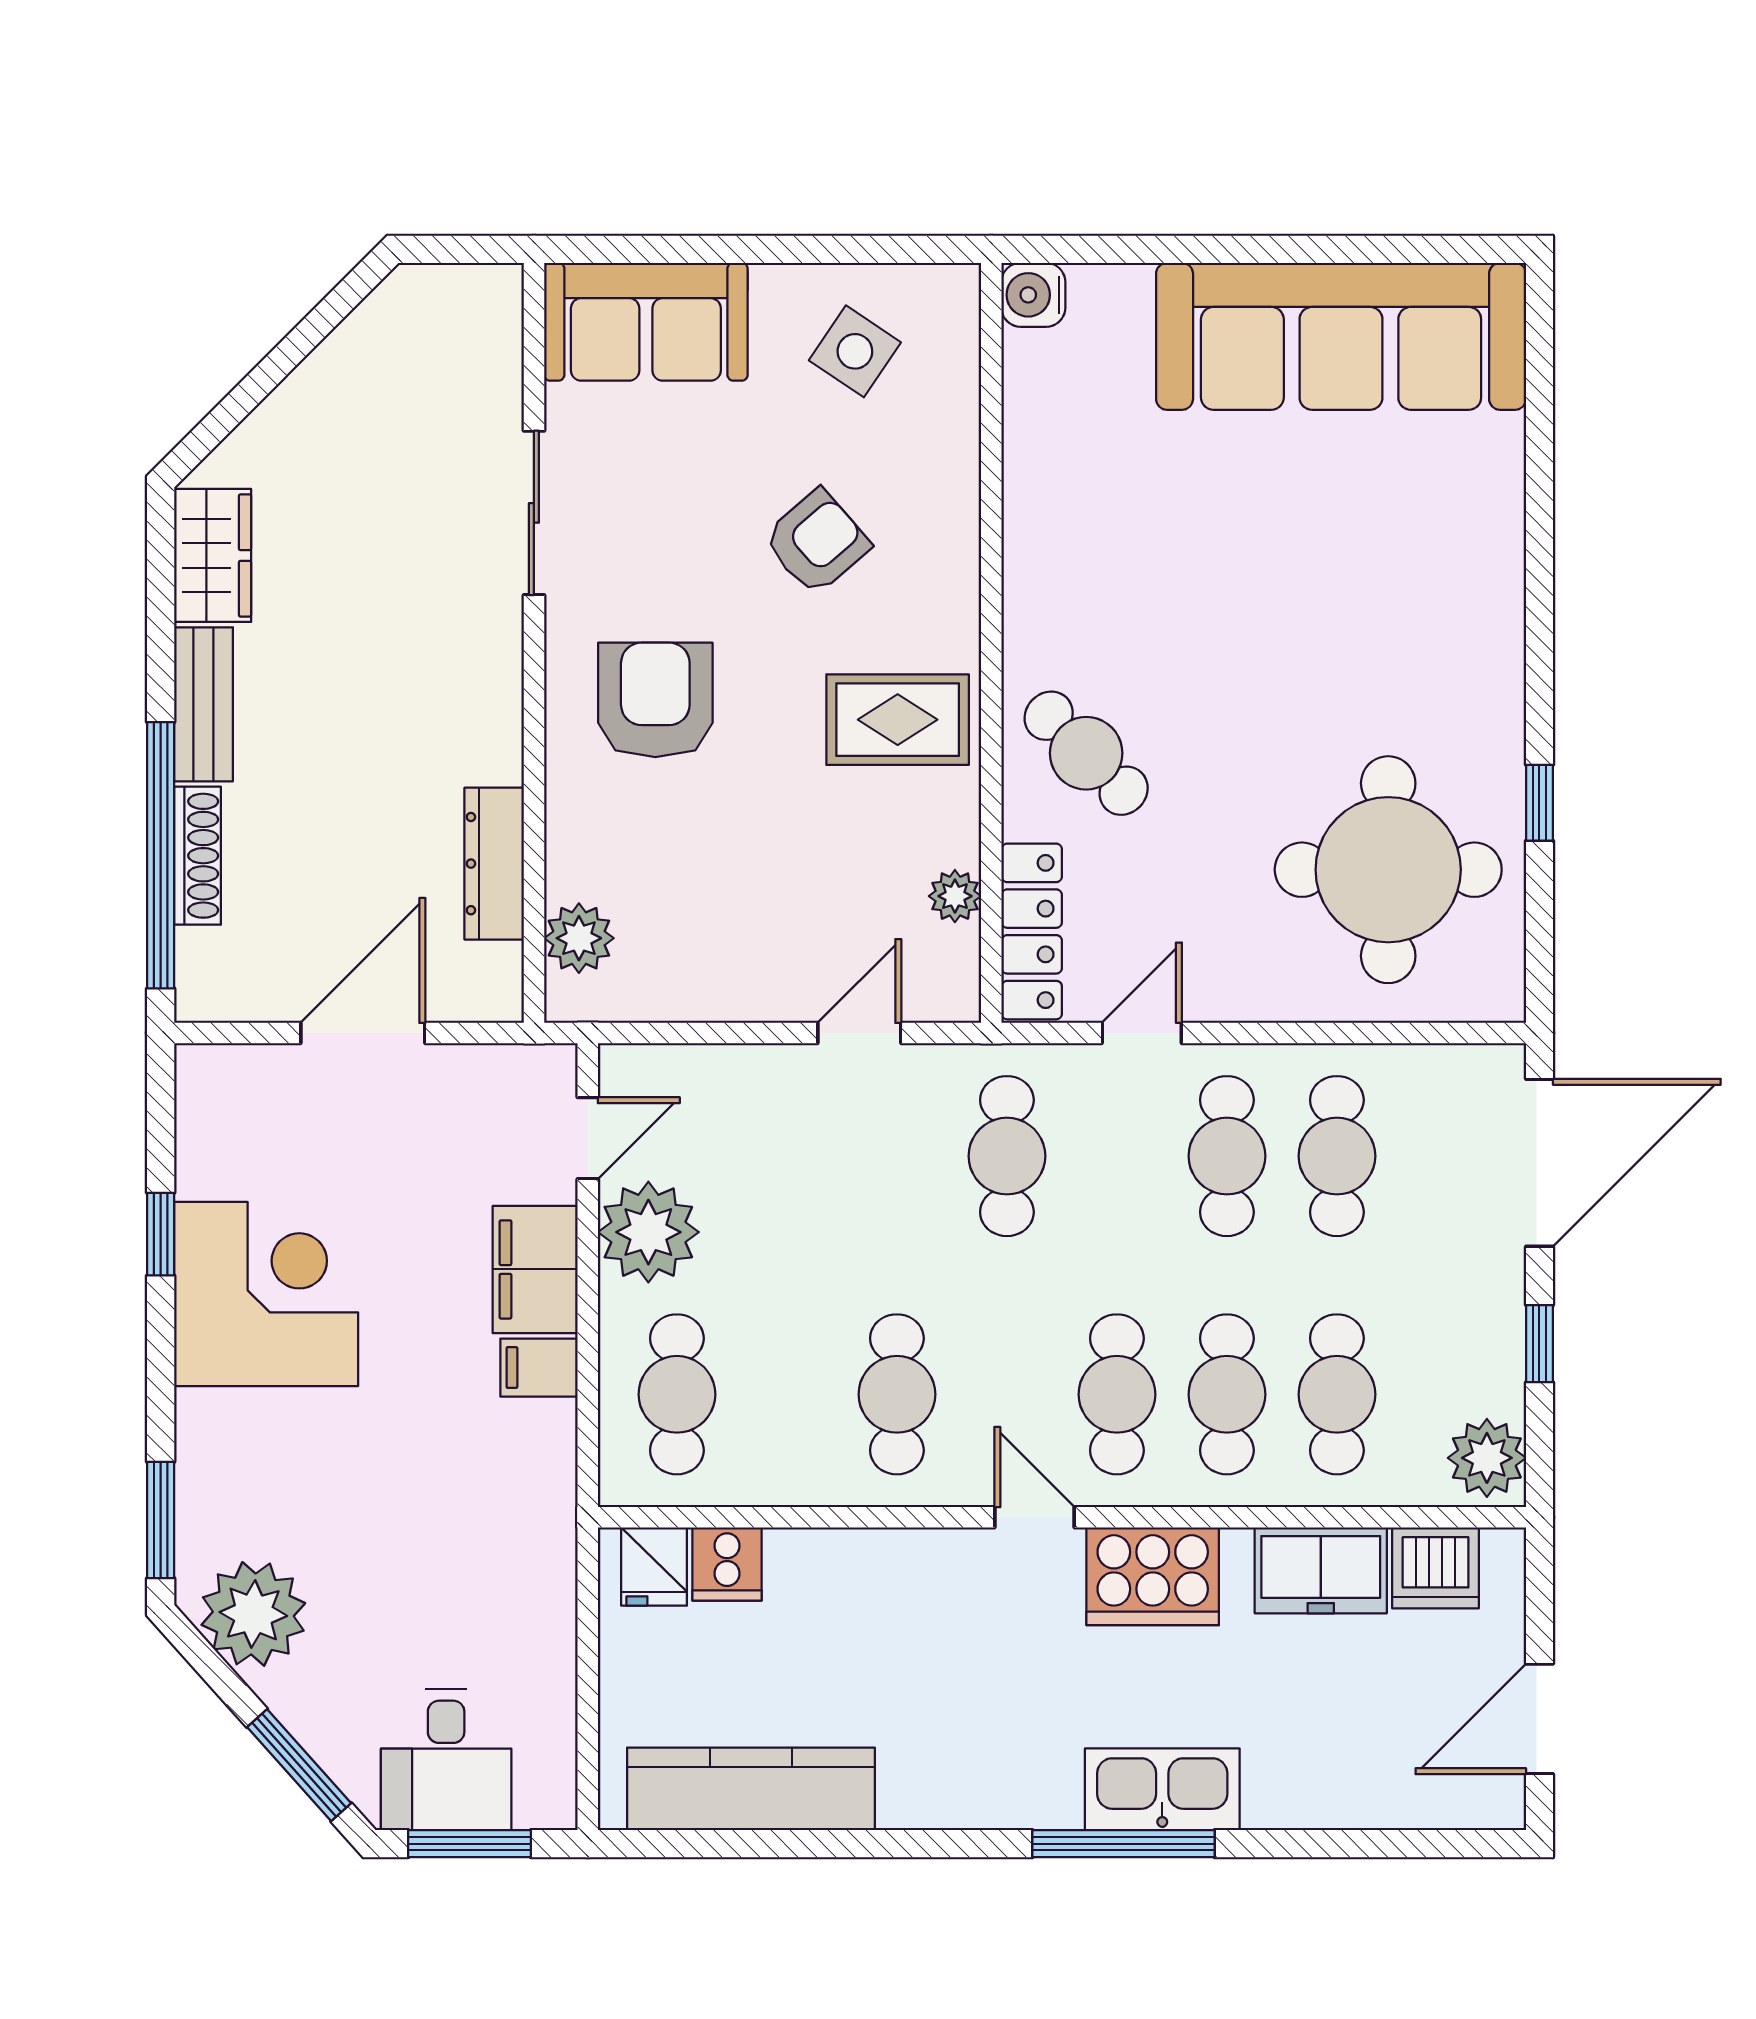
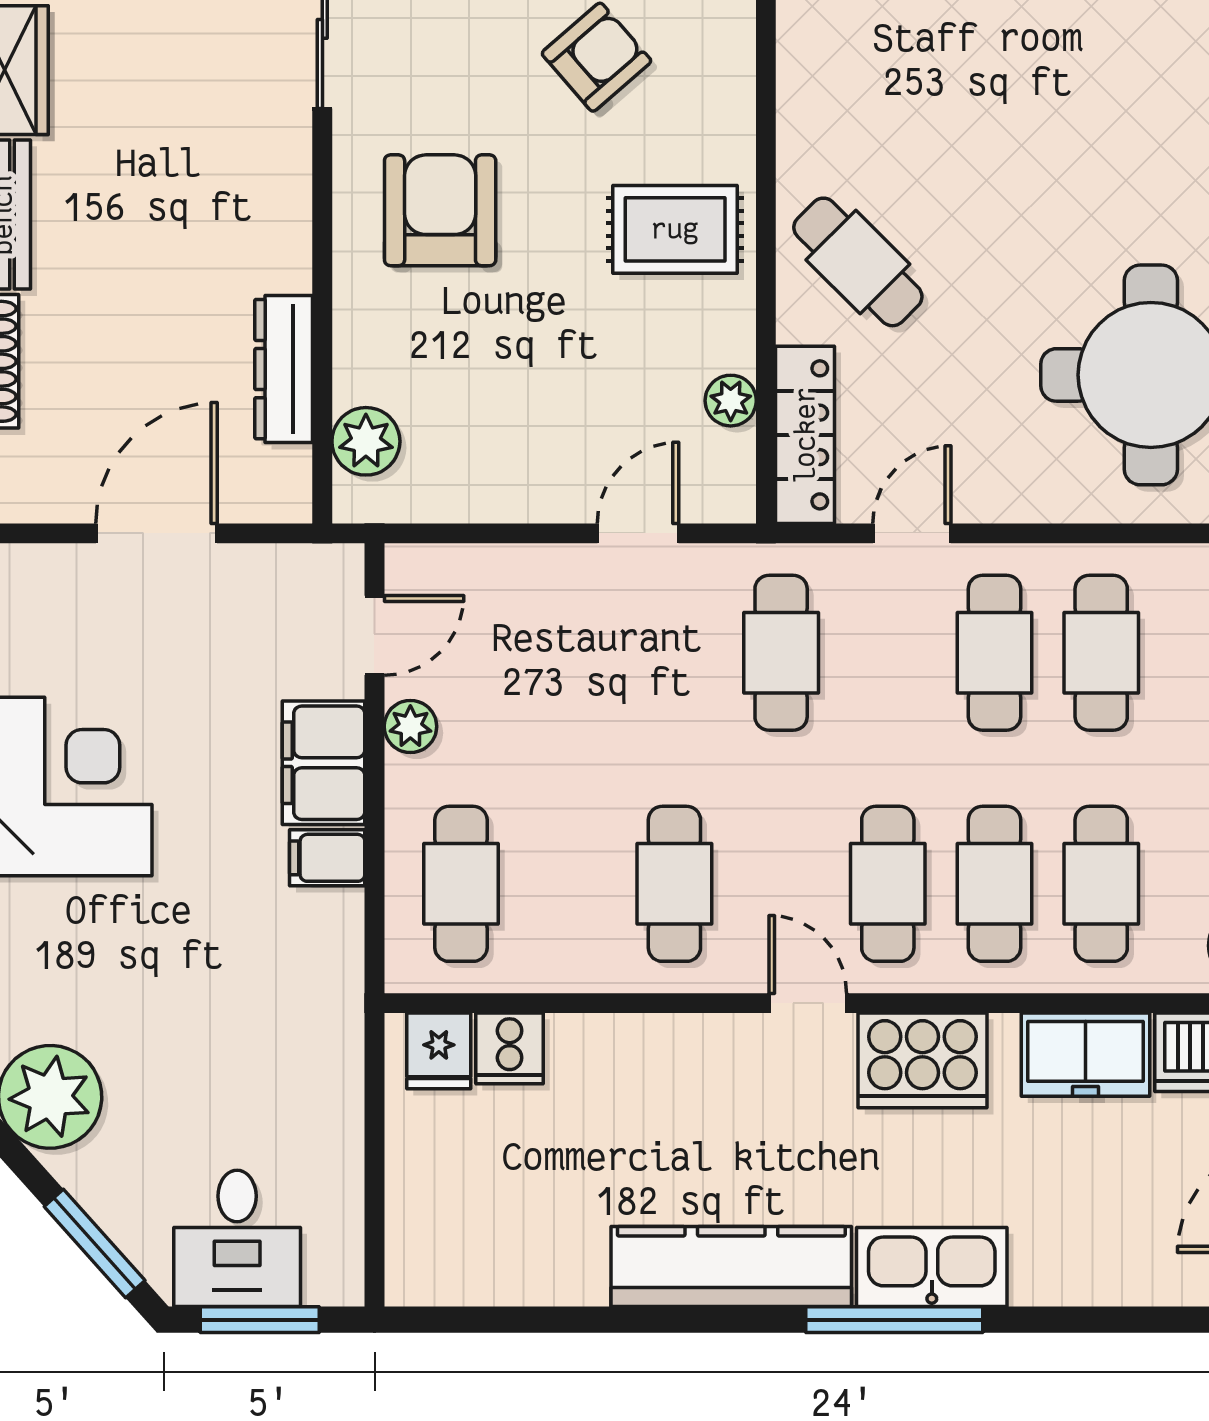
plant: (648, 1232) -> (410, 726), width x0.53, depth x0.53
kitchen counter: (751, 1789) -> (731, 1266), moved

